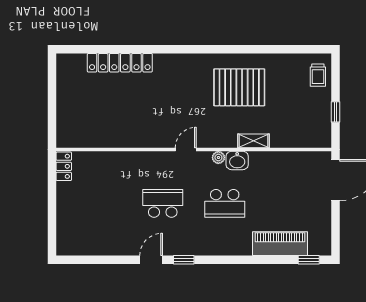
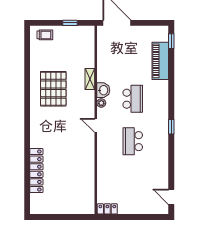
door: (151, 260) -> (171, 197), moved

